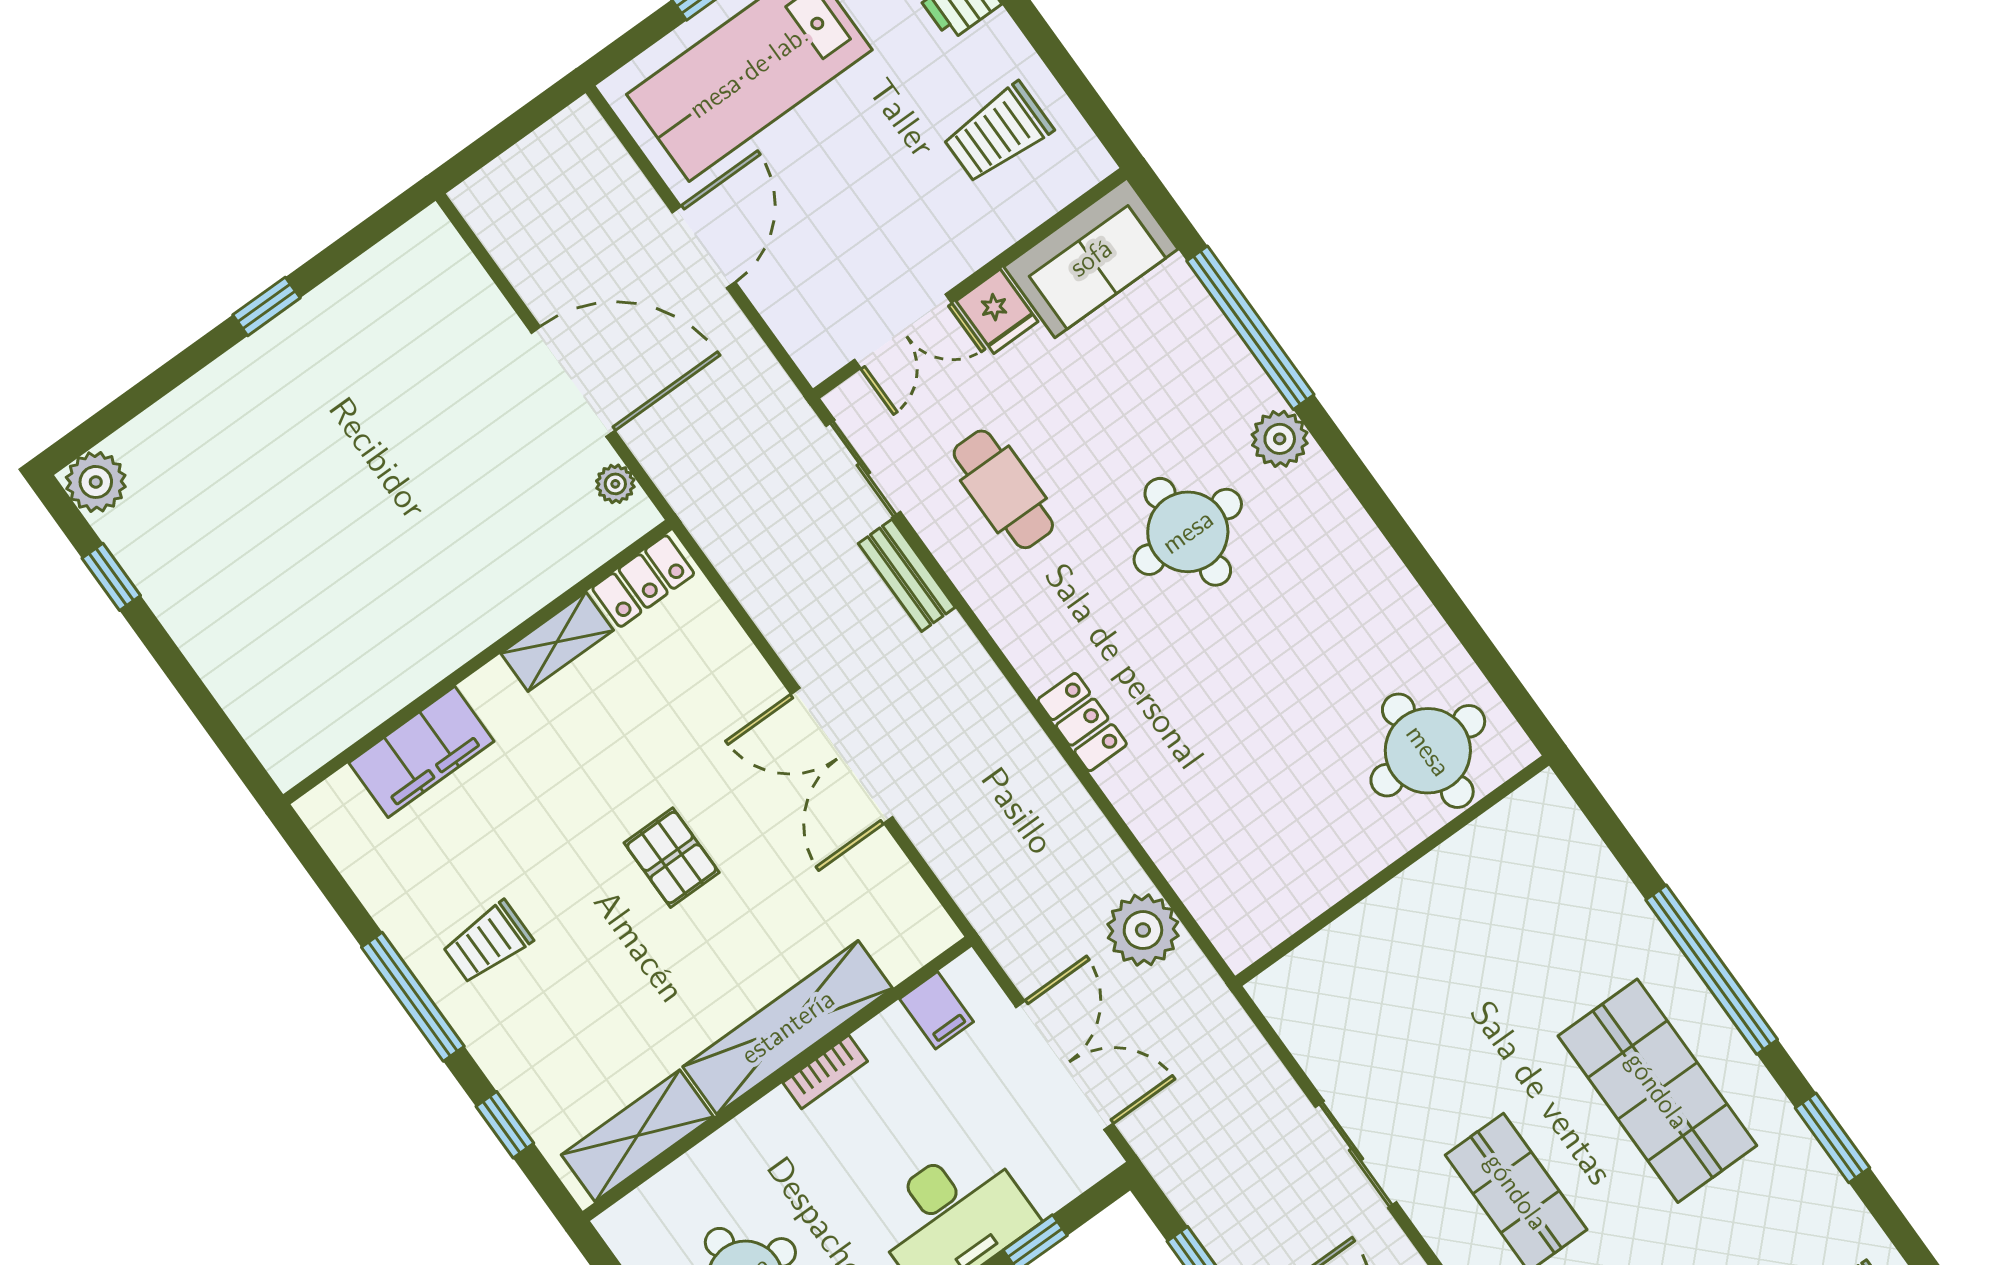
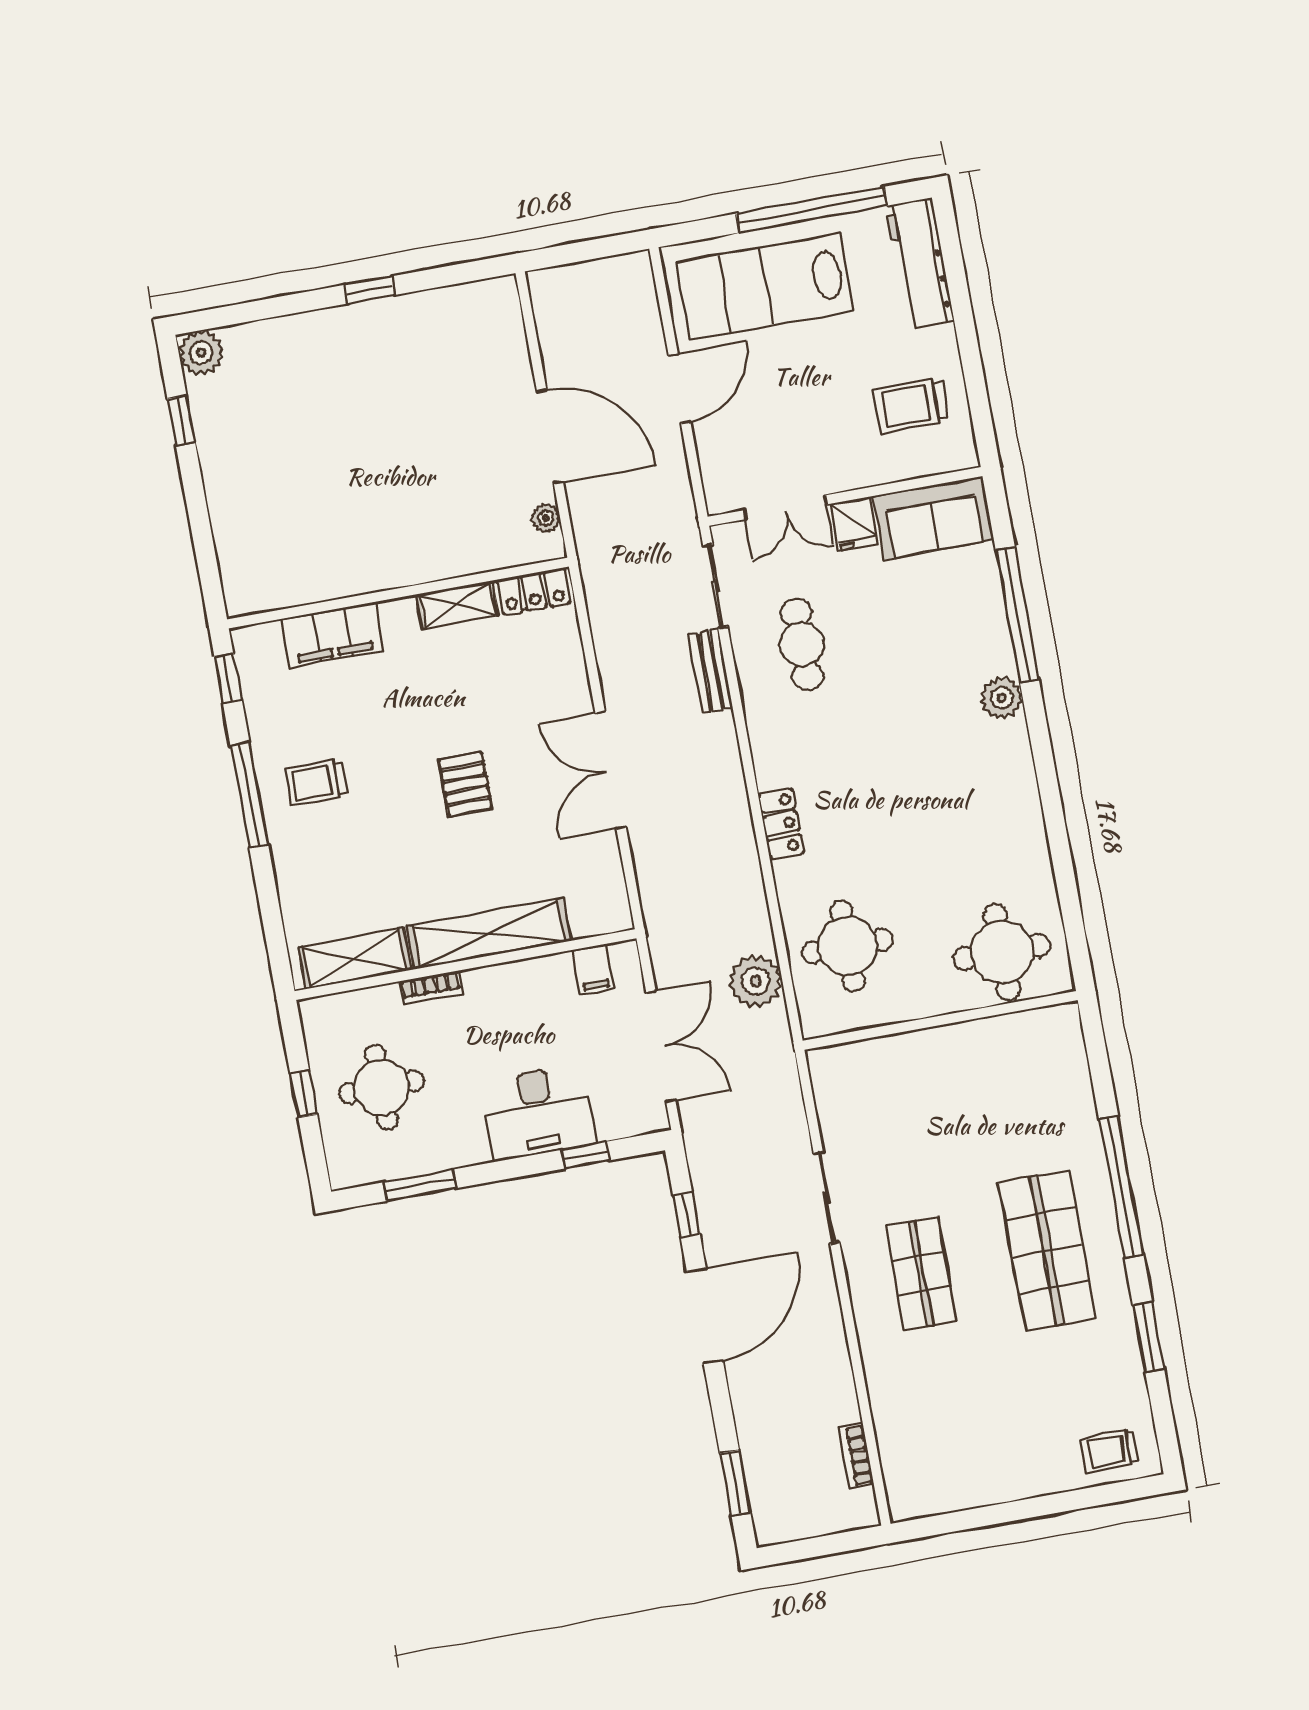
round table: (1188, 532) -> (847, 946), moved
bookcase: (825, 1072) -> (431, 988), moved
window: (505, 1125) -> (228, 679), moved

